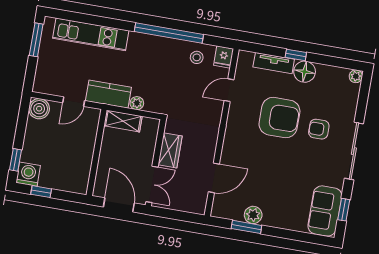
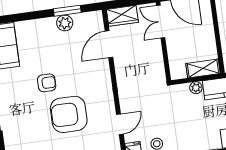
armchair: (319, 129) -> (47, 83), moved
wardrobe: (170, 150) -> (122, 16), moved, turned -90

